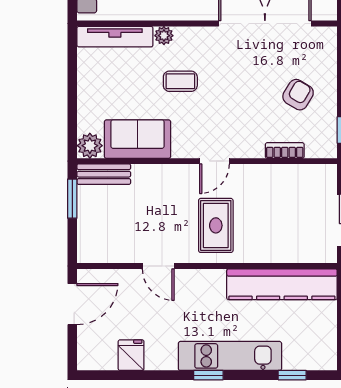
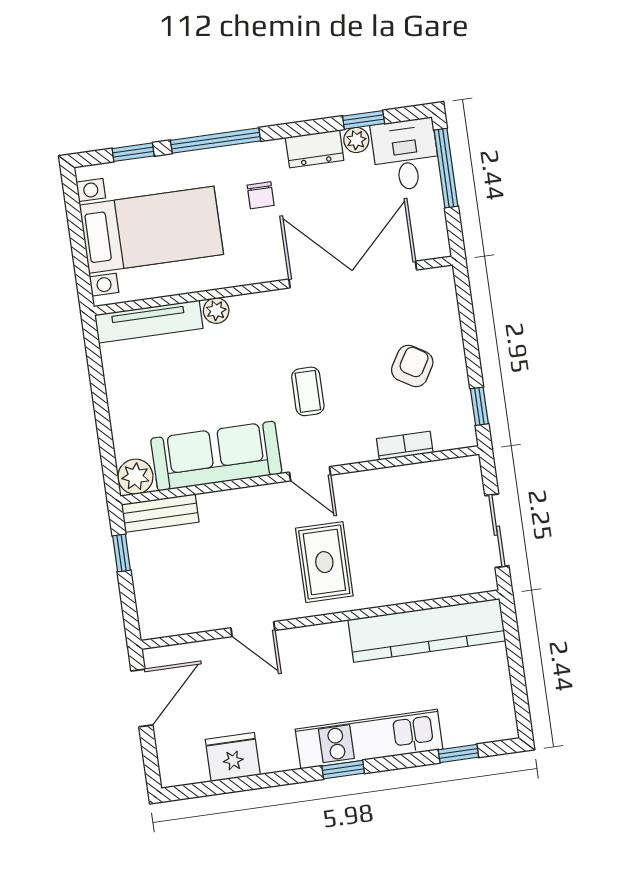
coffee table: (180, 81) -> (308, 391), moved, turned 90
sofa: (138, 139) -> (216, 456), width x1.36
door: (214, 161) -> (310, 474), hinge flipped
window: (72, 199) -> (121, 553), width x0.67
fridge: (131, 355) -> (233, 757), width x1.38

